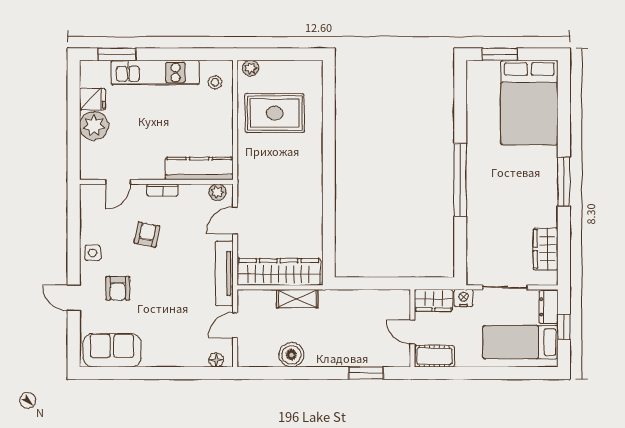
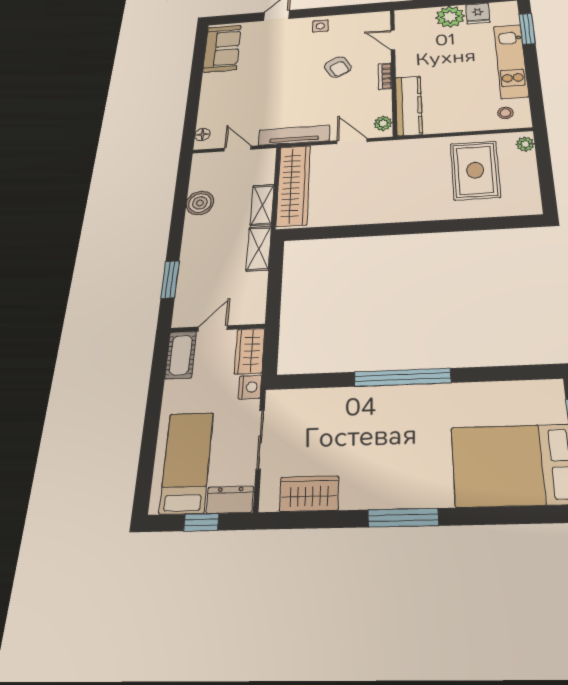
armchair: (147, 235) -> (338, 67), turned 49
armchair: (118, 288) -> (284, 48), removed
shelving: (341, 299) -> (259, 248), added

